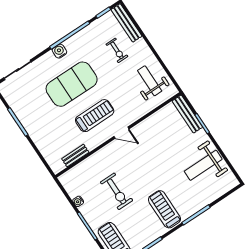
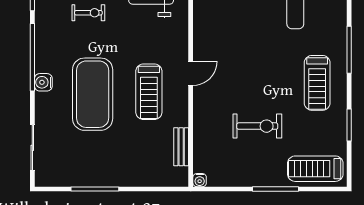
treadmill: (95, 116) -> (149, 92), turned 180
water cooler: (78, 201) -> (200, 180), moved
treadmill: (164, 209) -> (317, 83), turned -90

